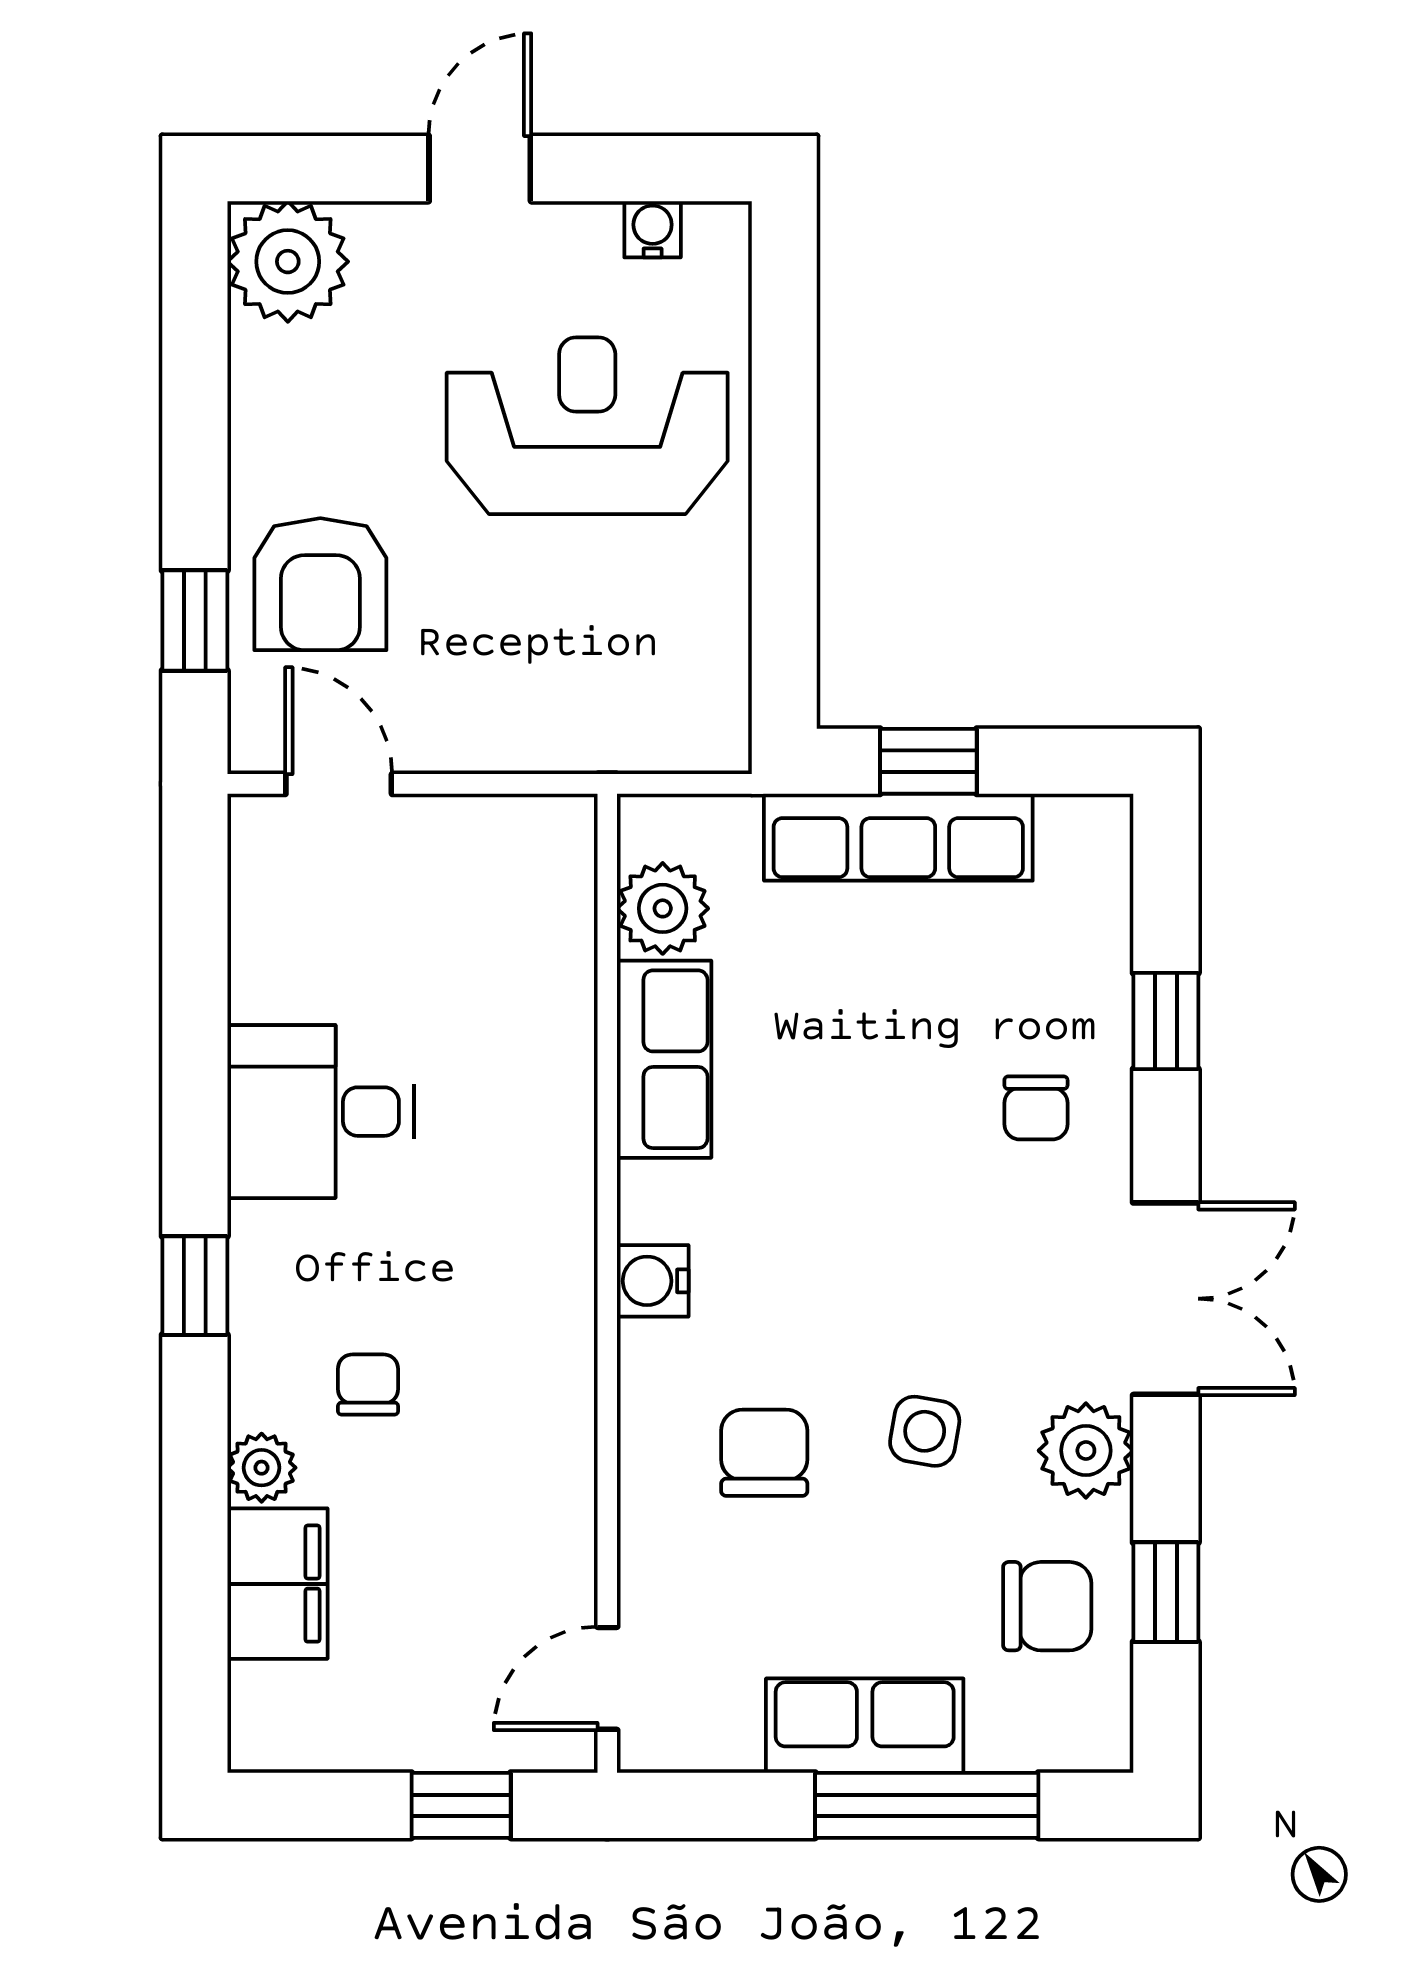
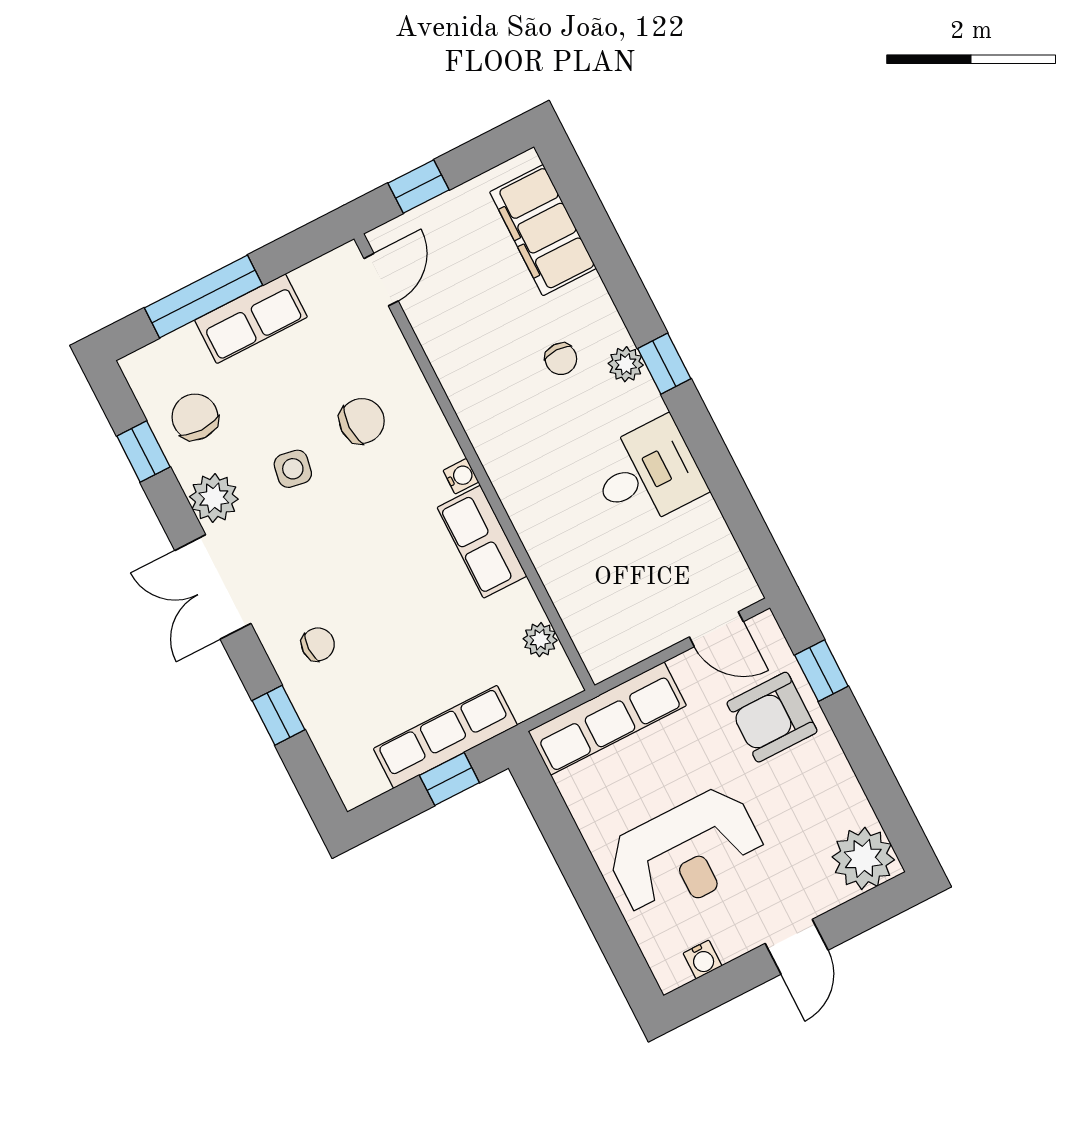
armchair: (320, 584) -> (772, 717), turned -90
row of seats: (604, 727) -> (607, 718), added
plant: (663, 908) -> (540, 640), width x0.73, depth x0.73
row of seats: (664, 1059) -> (482, 542), moved
chair: (1036, 1108) -> (318, 644), turned 90
water cooler: (653, 1281) -> (461, 476), width x0.72, depth x0.72
chair: (764, 1453) -> (362, 421), turned -90
plant: (262, 1468) -> (626, 364), moved
filing cabinet: (277, 1584) -> (543, 230), width x1.50, depth x1.17
chair: (1047, 1606) -> (195, 417), turned 90

